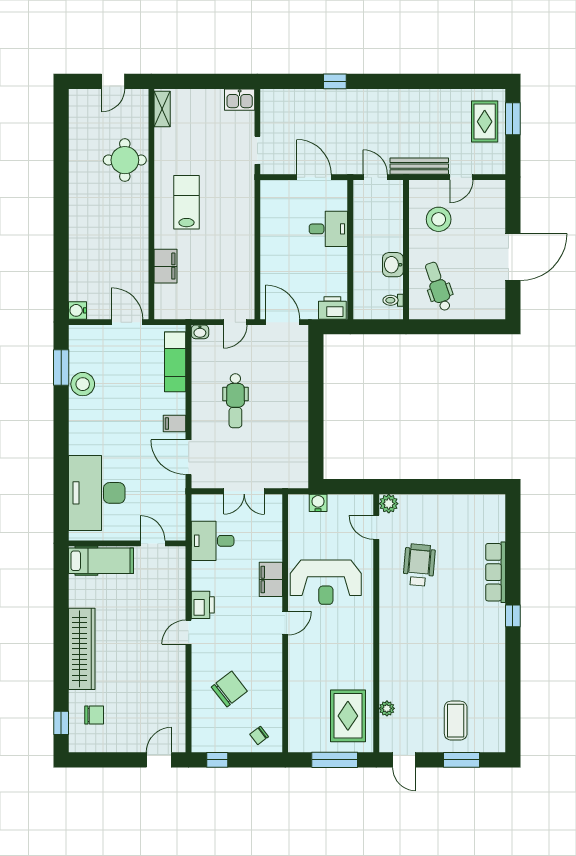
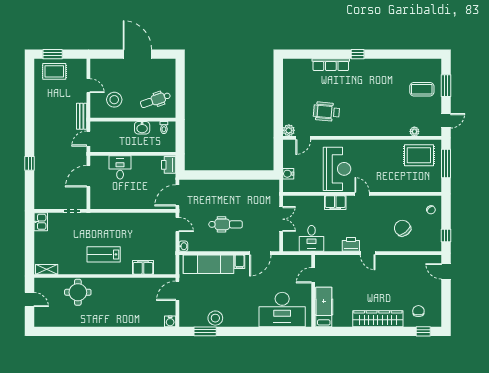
bench: (419, 166) -> (82, 116), width x0.73
exam couch: (175, 362) -> (208, 264), width x1.36, depth x1.45

